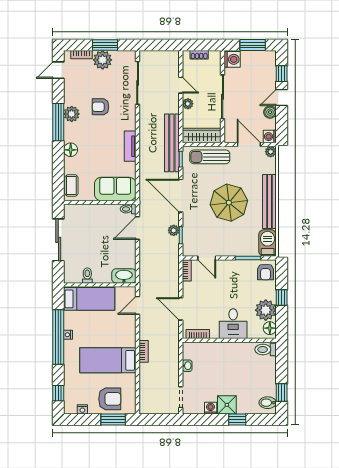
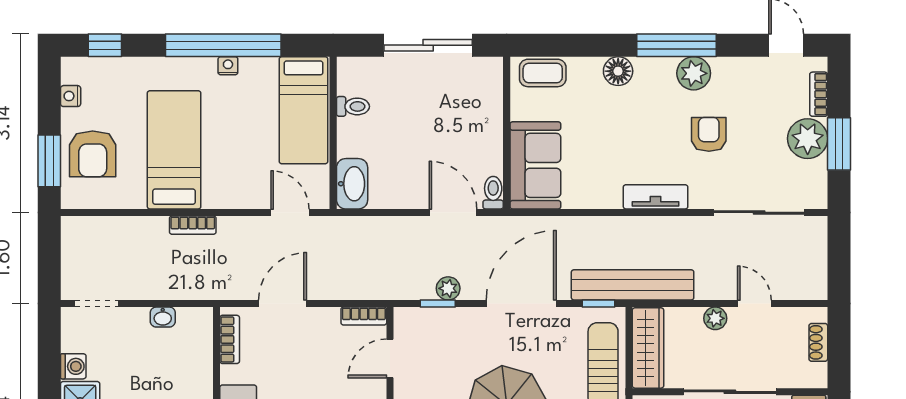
door: (181, 85) -> (754, 304), swing flipped
tv unit: (130, 146) -> (656, 197), moved

